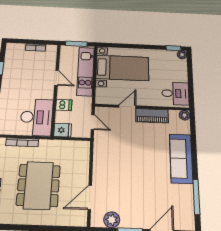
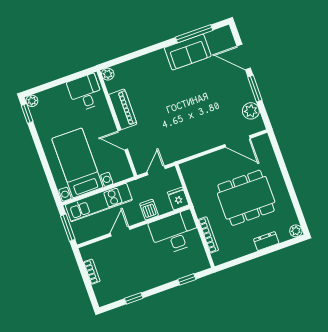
sofa: (181, 158) -> (188, 52), moved, width x0.73

